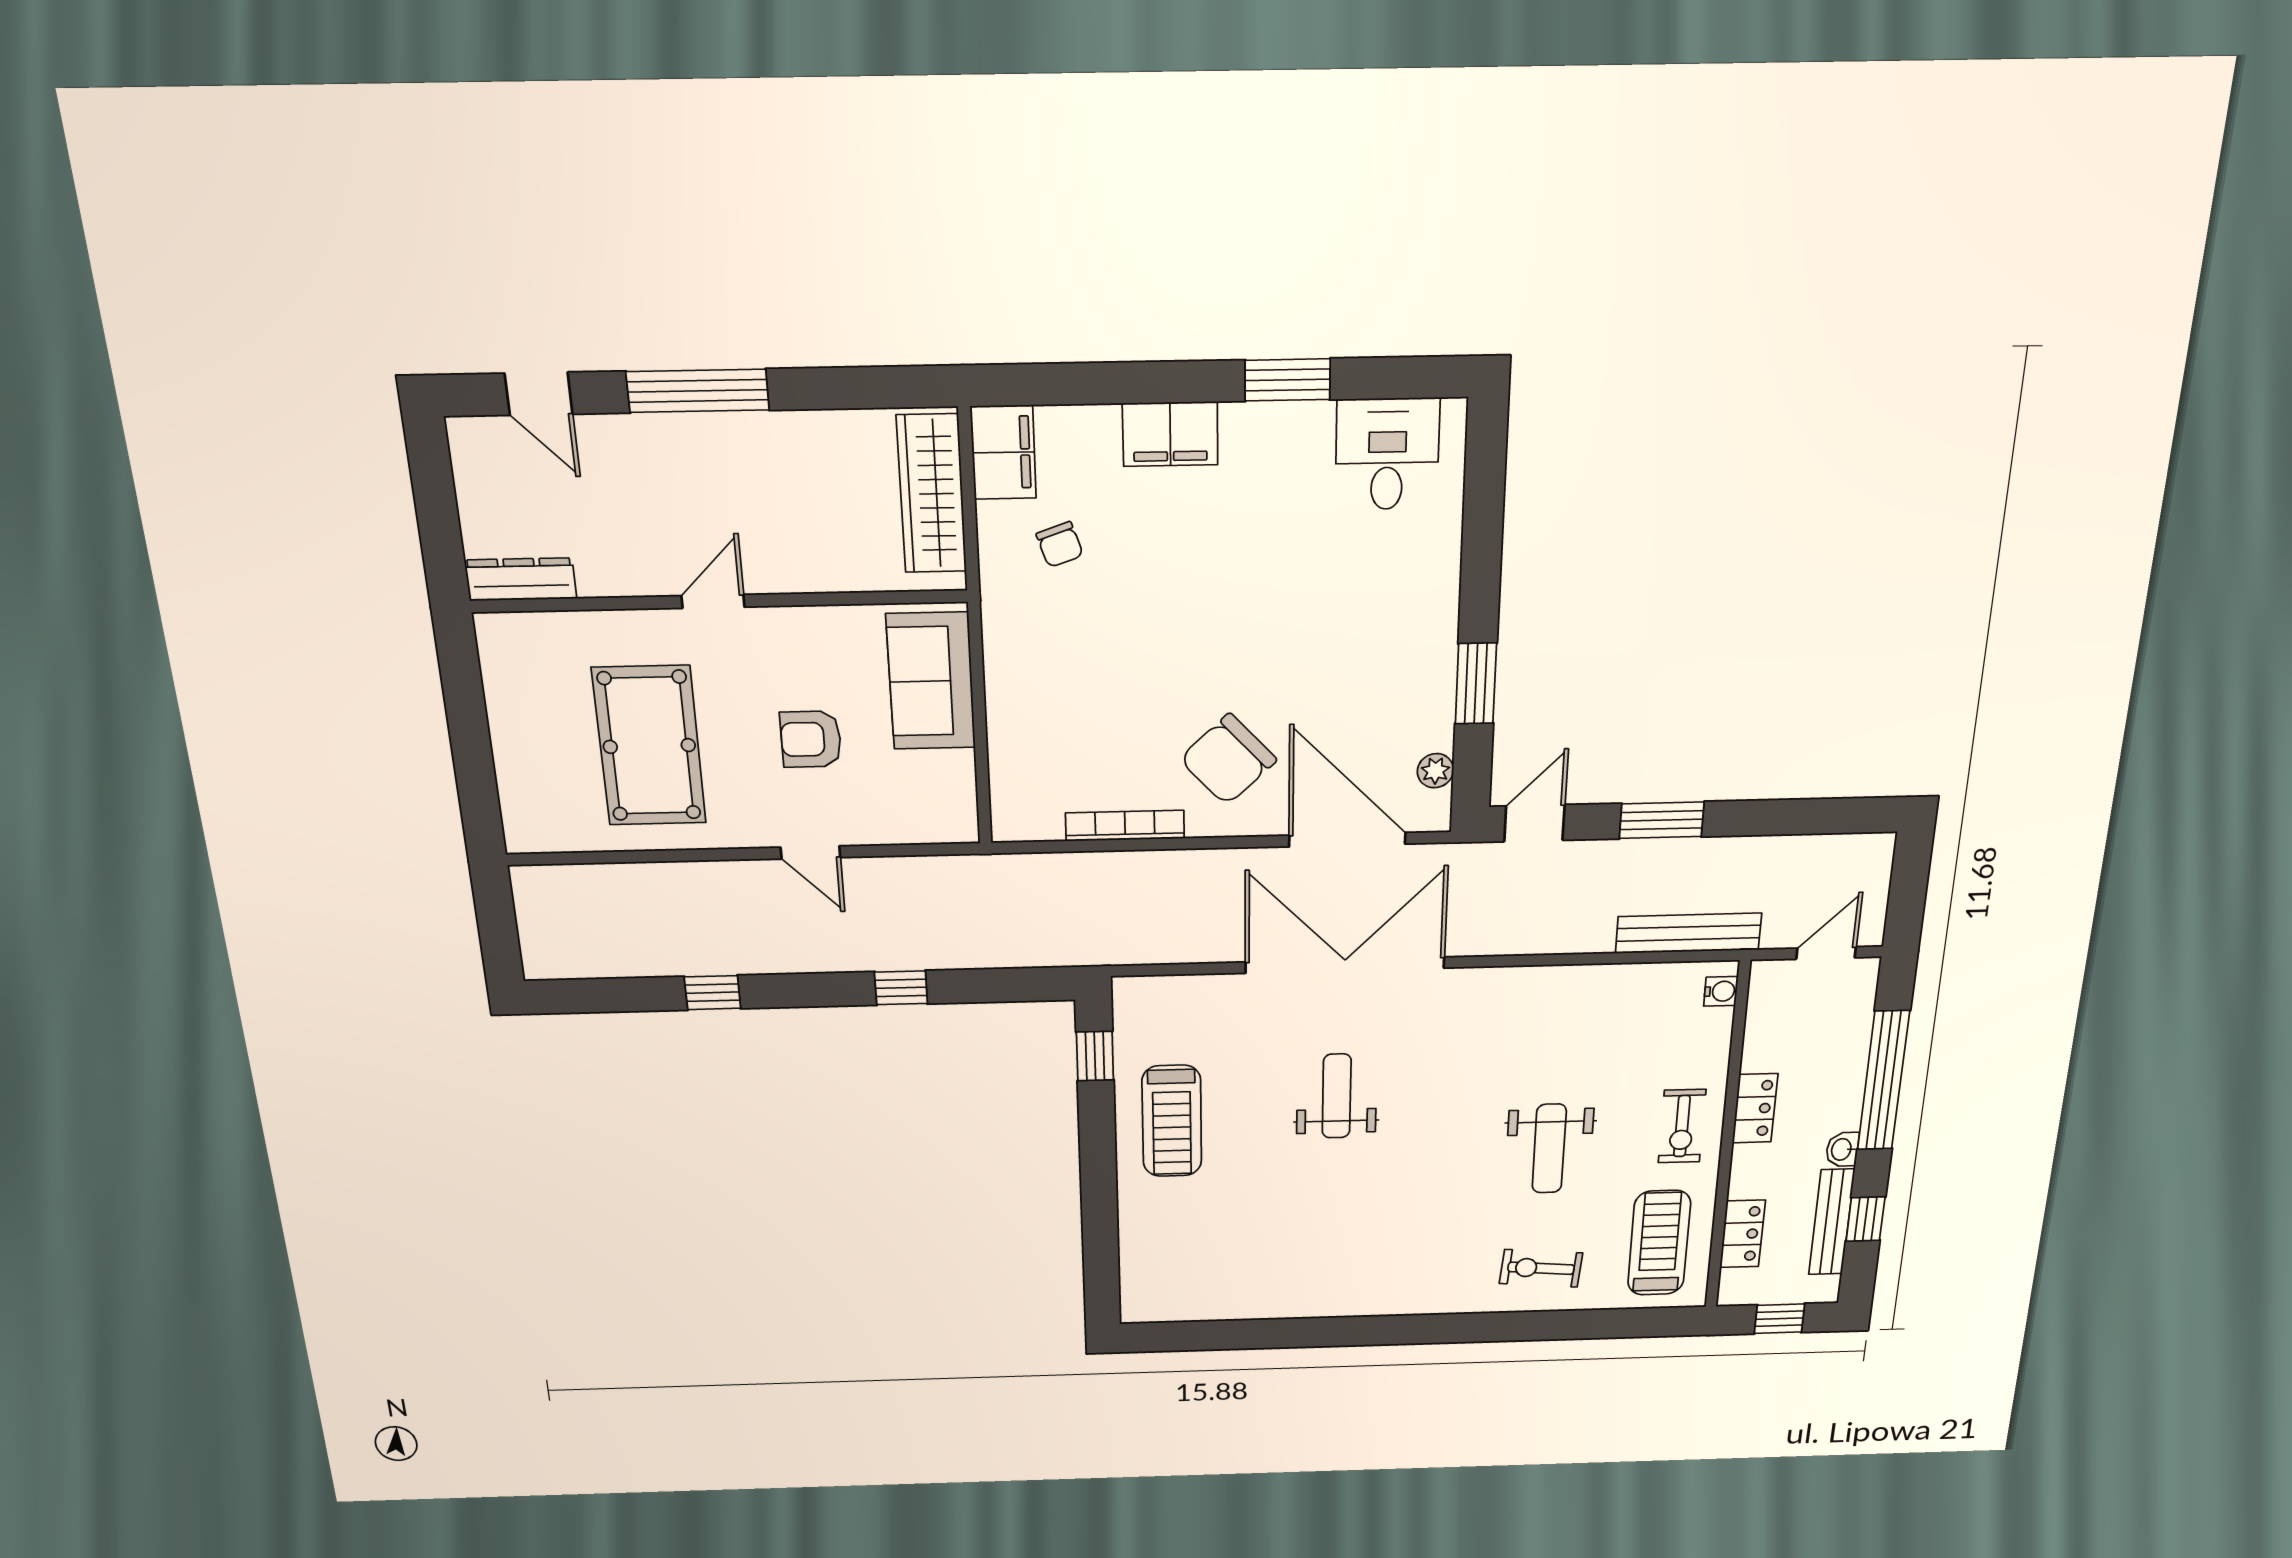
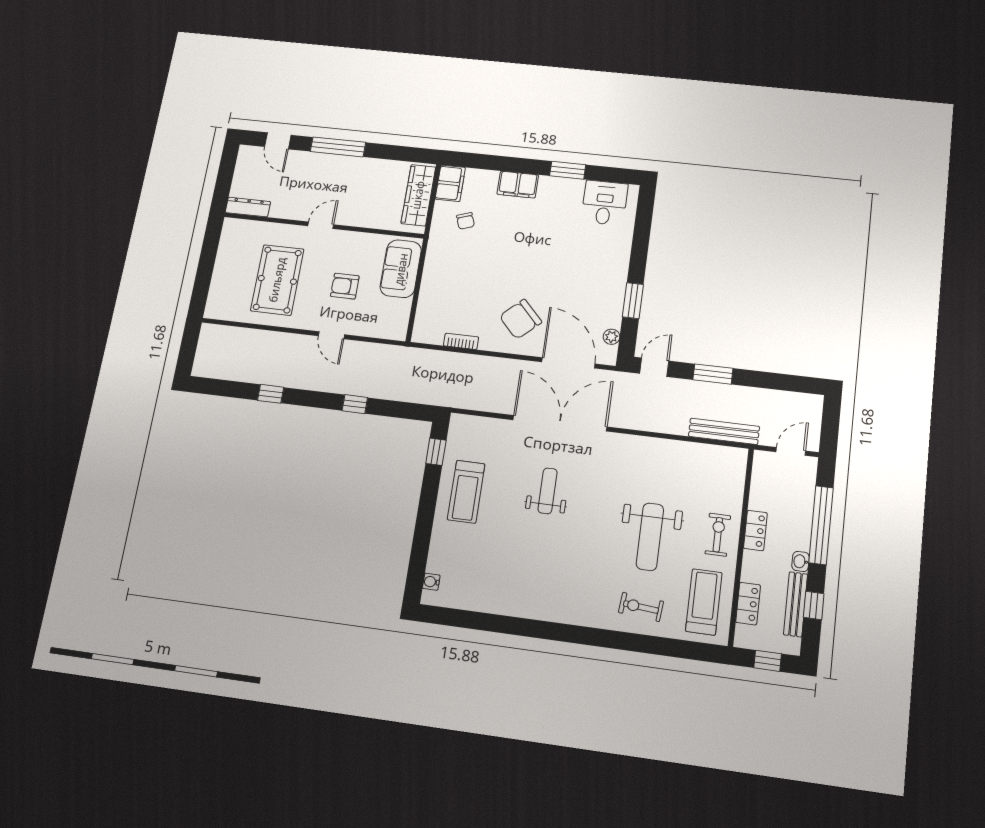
bookcase: (1125, 826) -> (461, 341), width x0.64
water cooler: (1721, 991) -> (431, 582), moved, turned 180
exercise bike: (1682, 1126) -> (718, 535), turned 180
weight bench: (1549, 1149) -> (650, 537), width x1.36, depth x1.33

